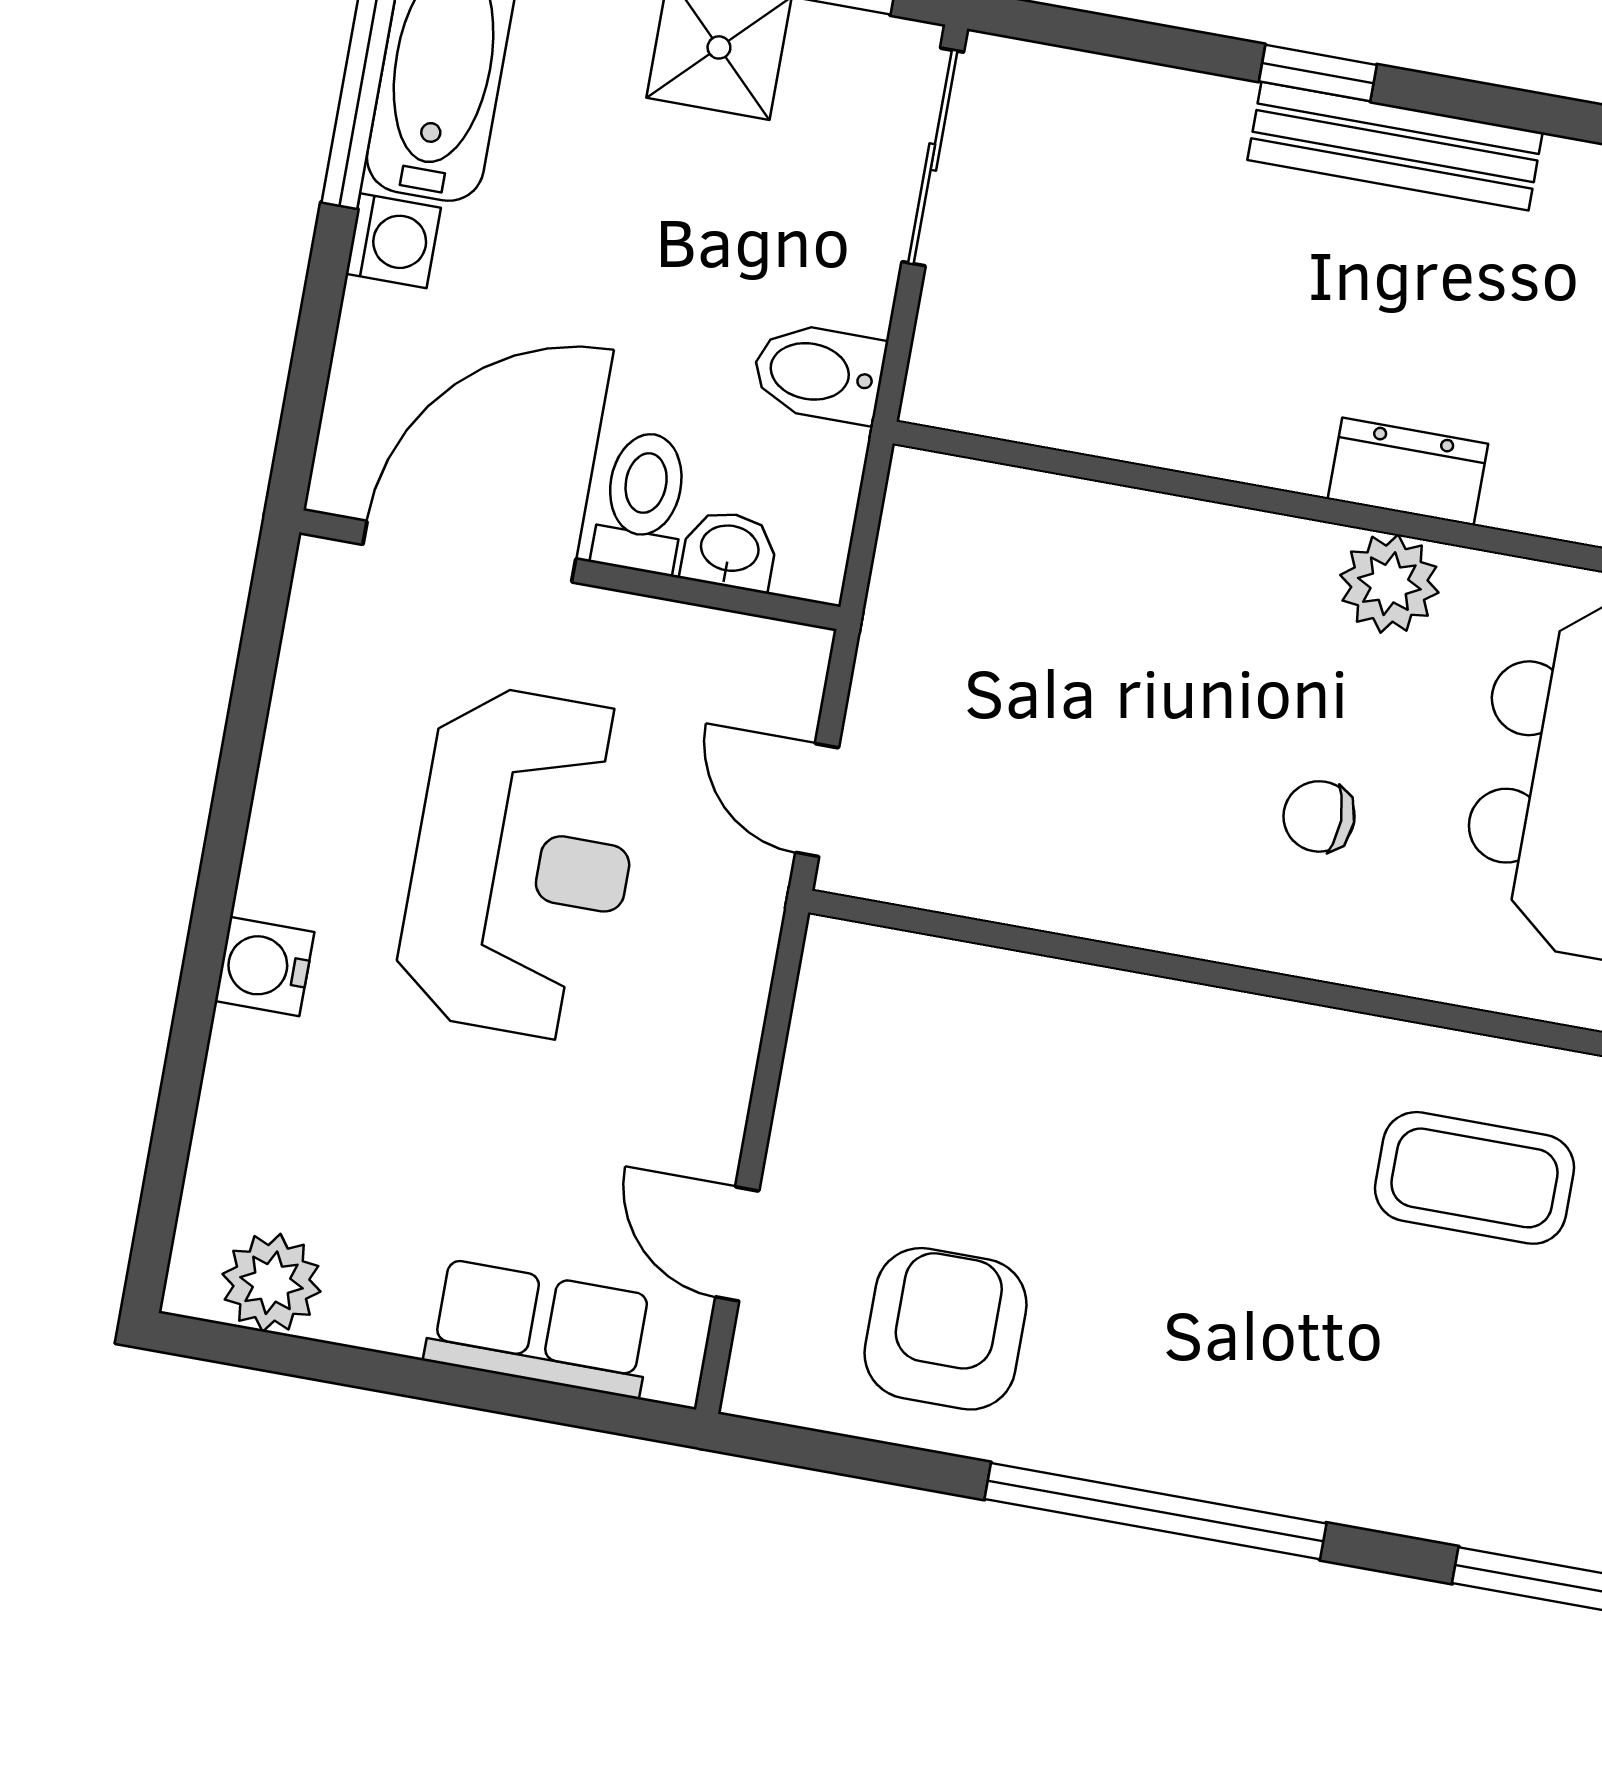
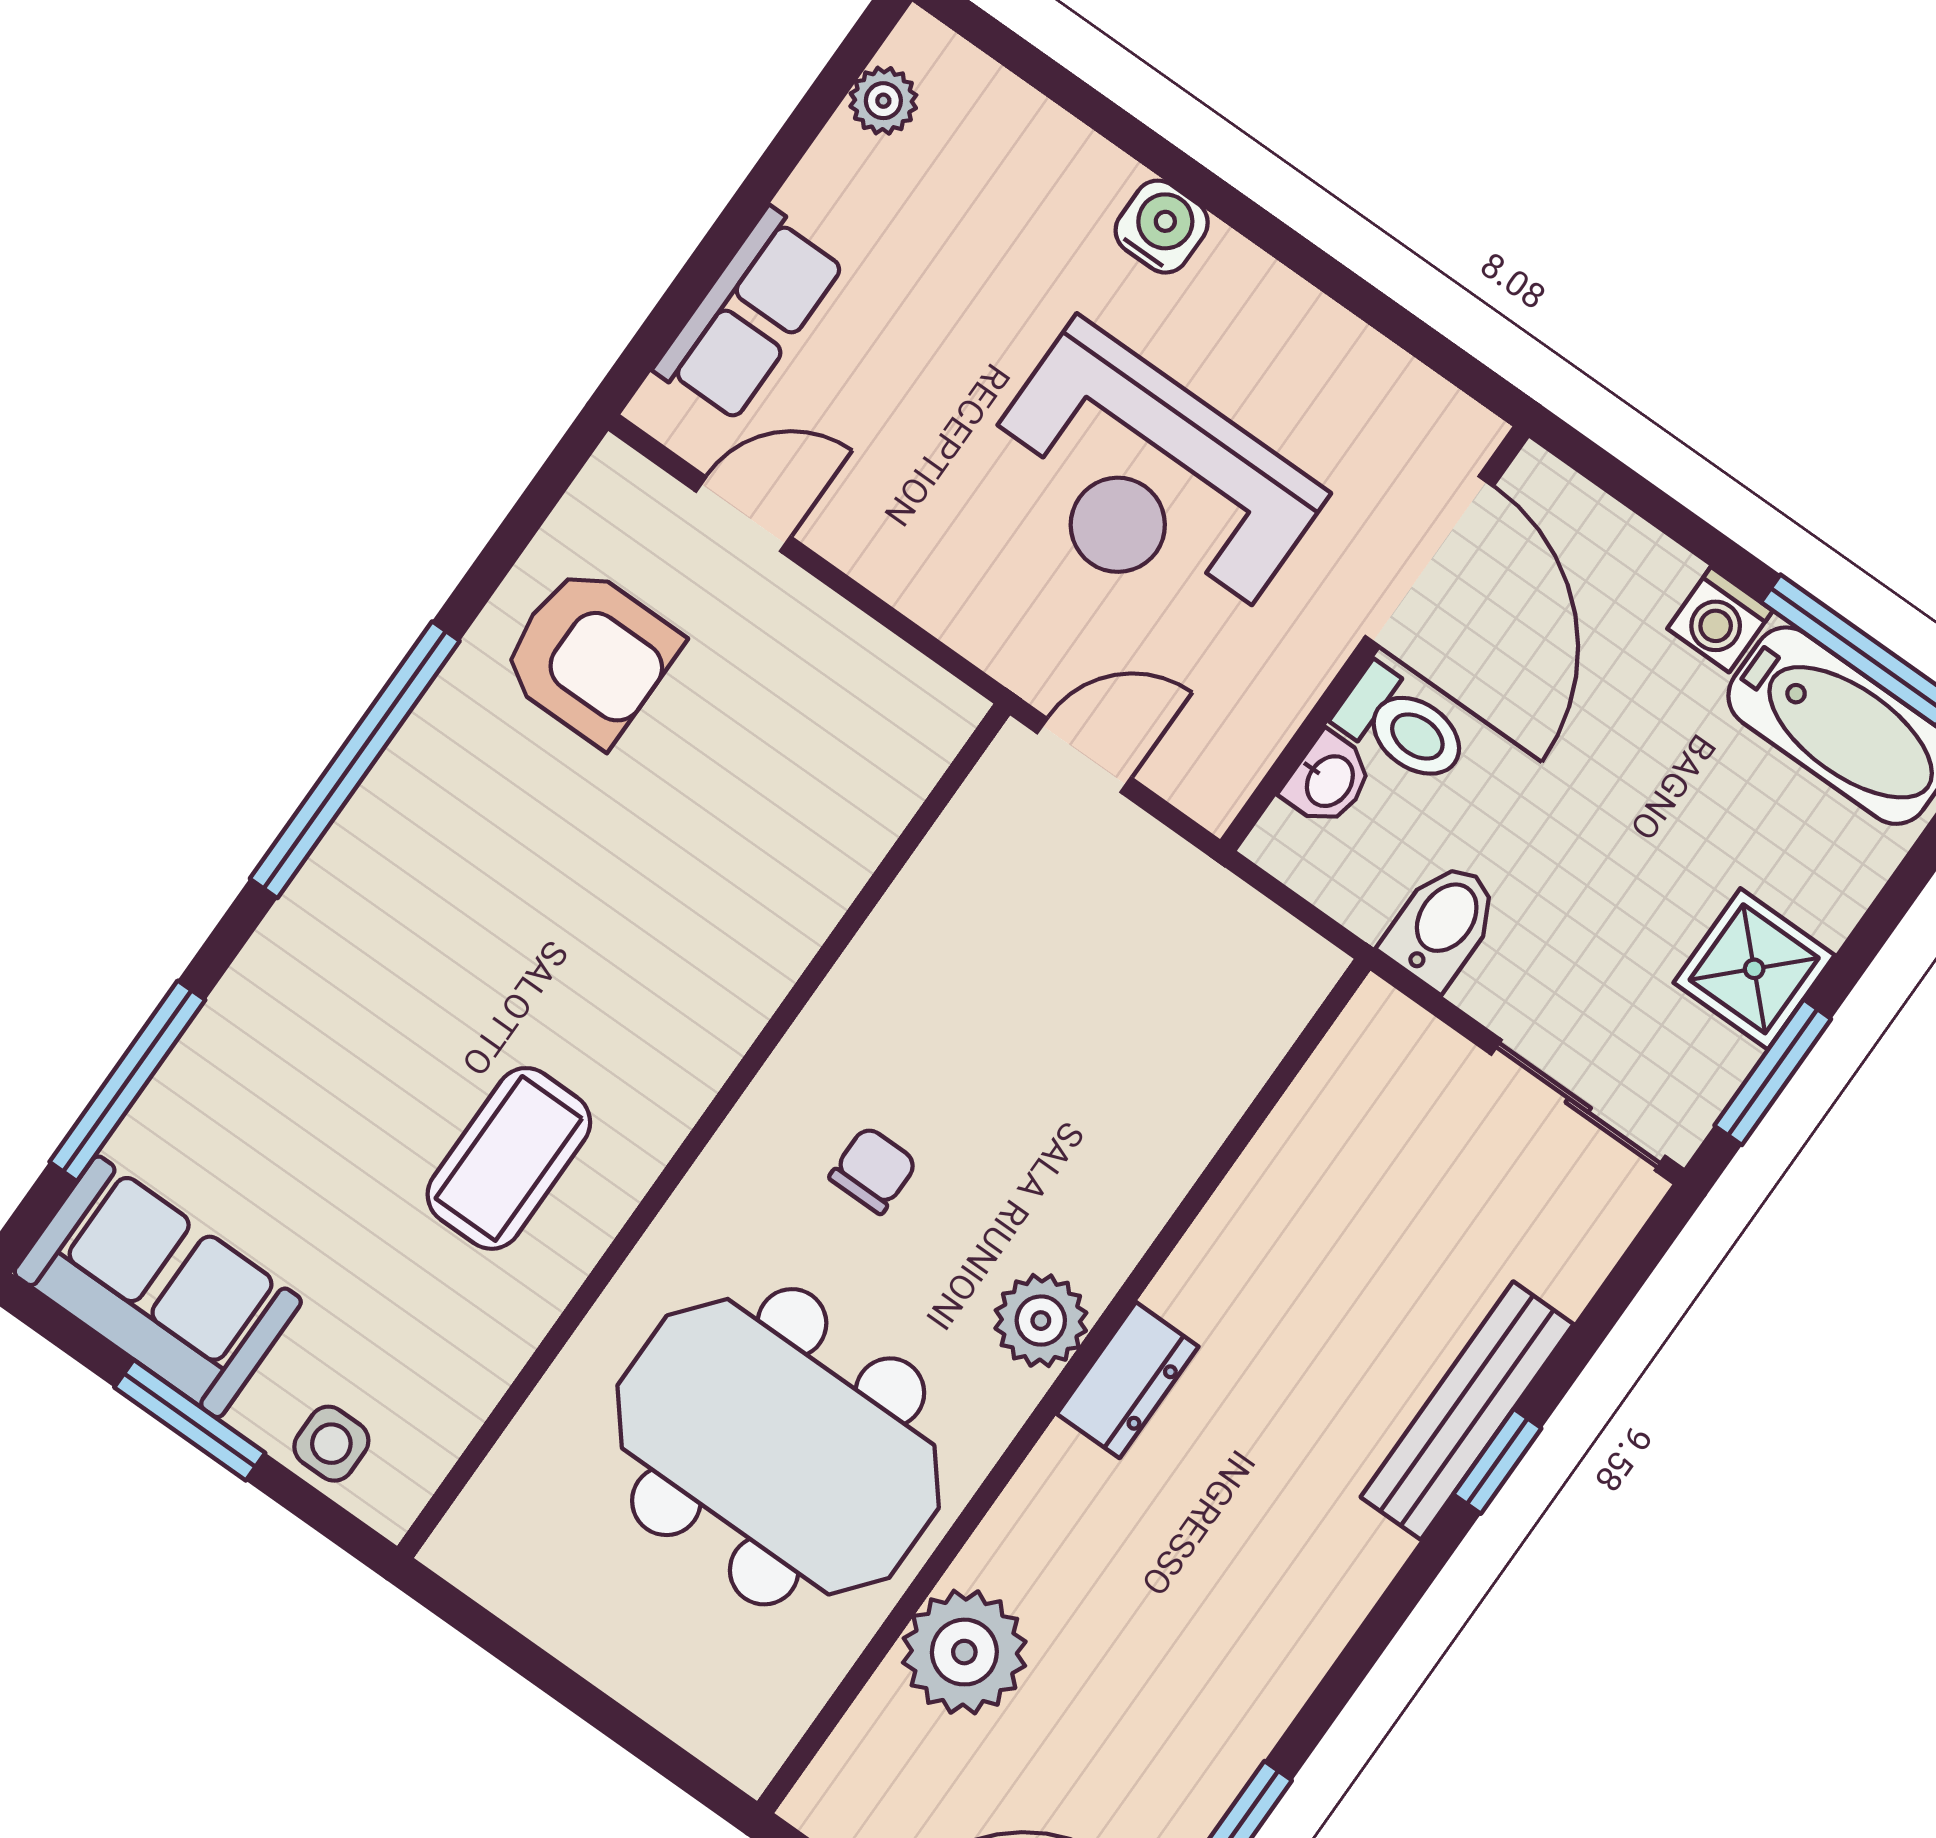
bench: (1395, 146) -> (1467, 1411), moved
plant: (271, 1283) -> (883, 101), width x0.73, depth x0.73

